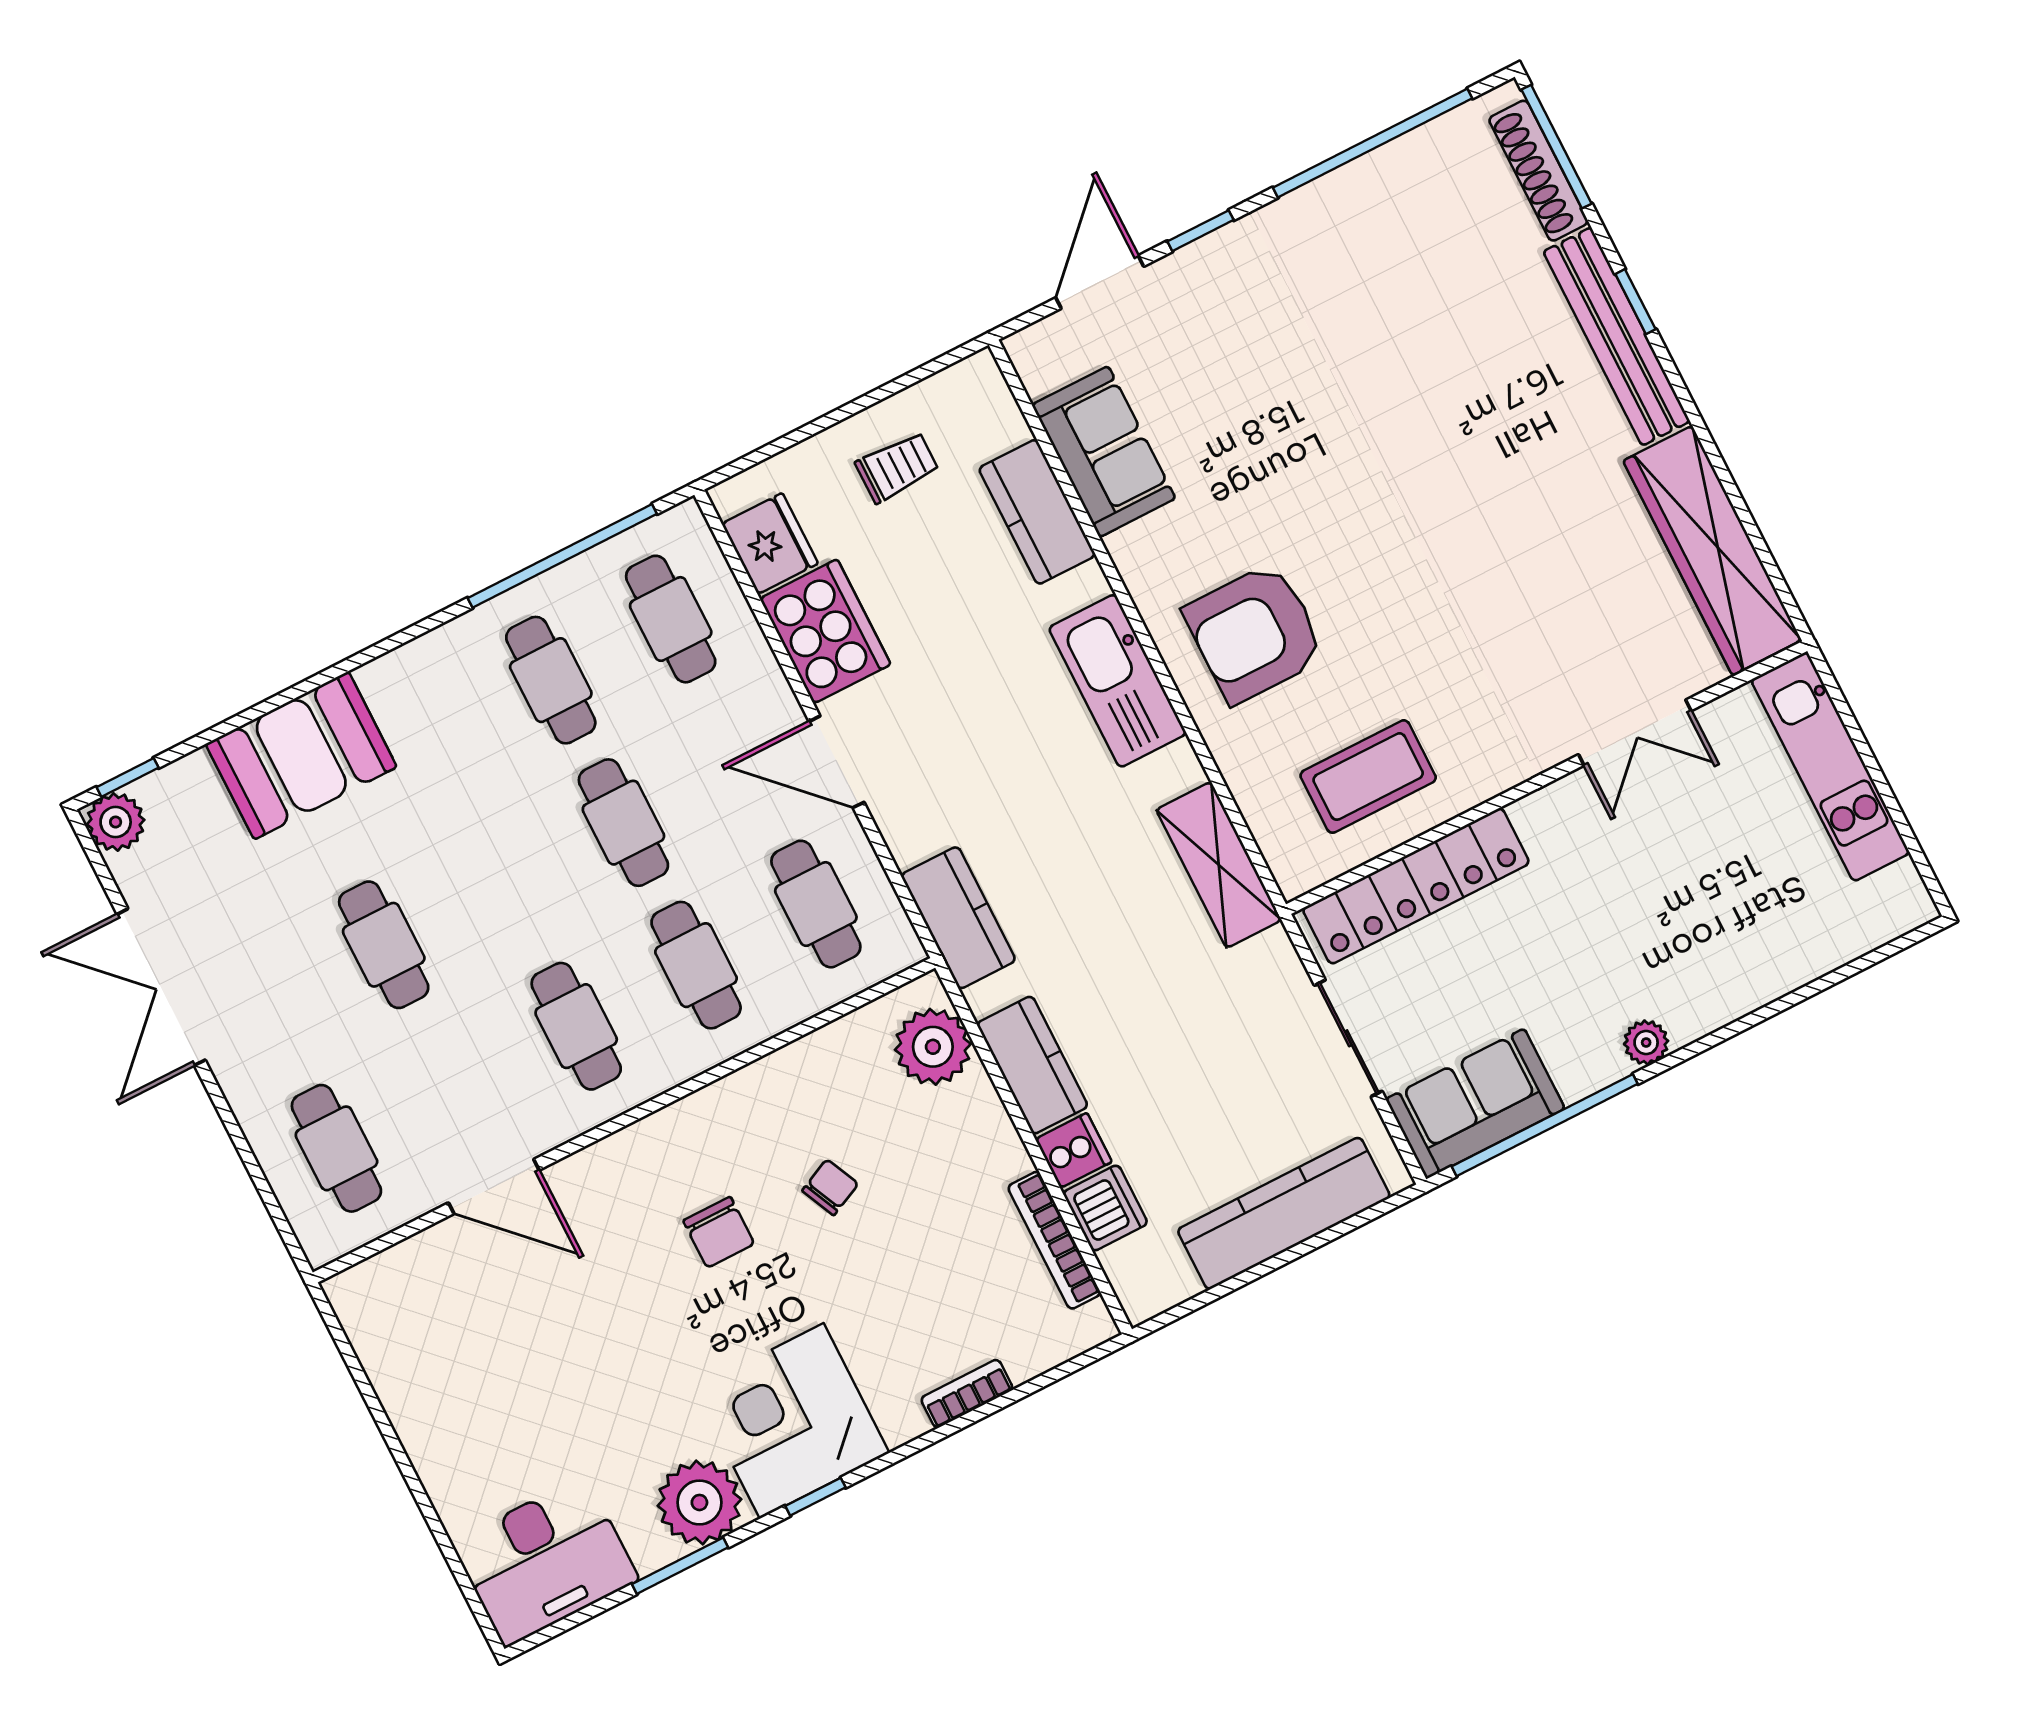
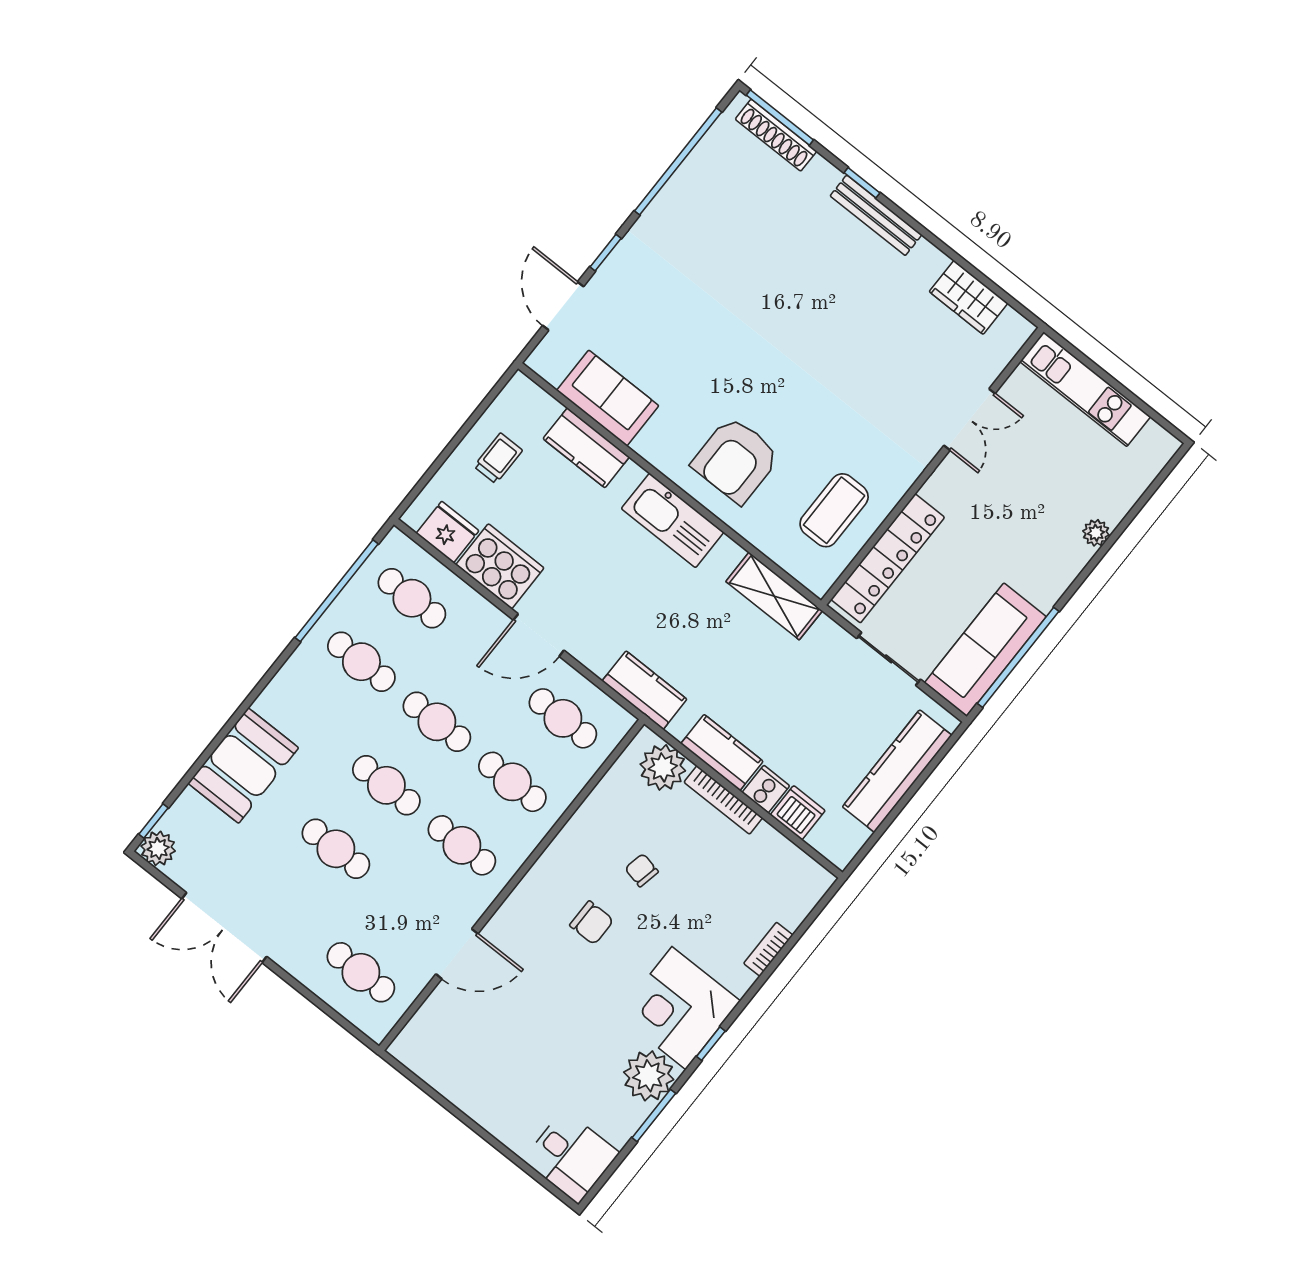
bench: (1617, 336) -> (876, 215), width x0.73, depth x0.82
wardrobe: (1712, 550) -> (969, 297), width x0.48, depth x0.85
cafe table: (504, 884) -> (386, 785), added
plant: (1646, 1043) -> (1096, 533), moved
sofa: (1475, 1104) -> (985, 650), width x1.36
chair: (830, 1187) -> (642, 870), turned -53
bookcase: (1054, 1240) -> (723, 800), moved
desk: (545, 1561) -> (571, 1156), width x0.73

